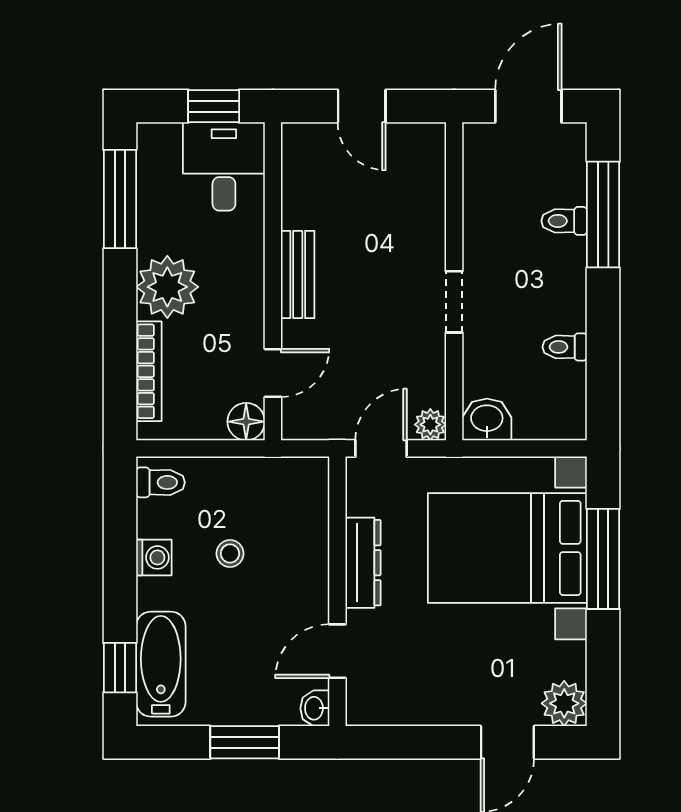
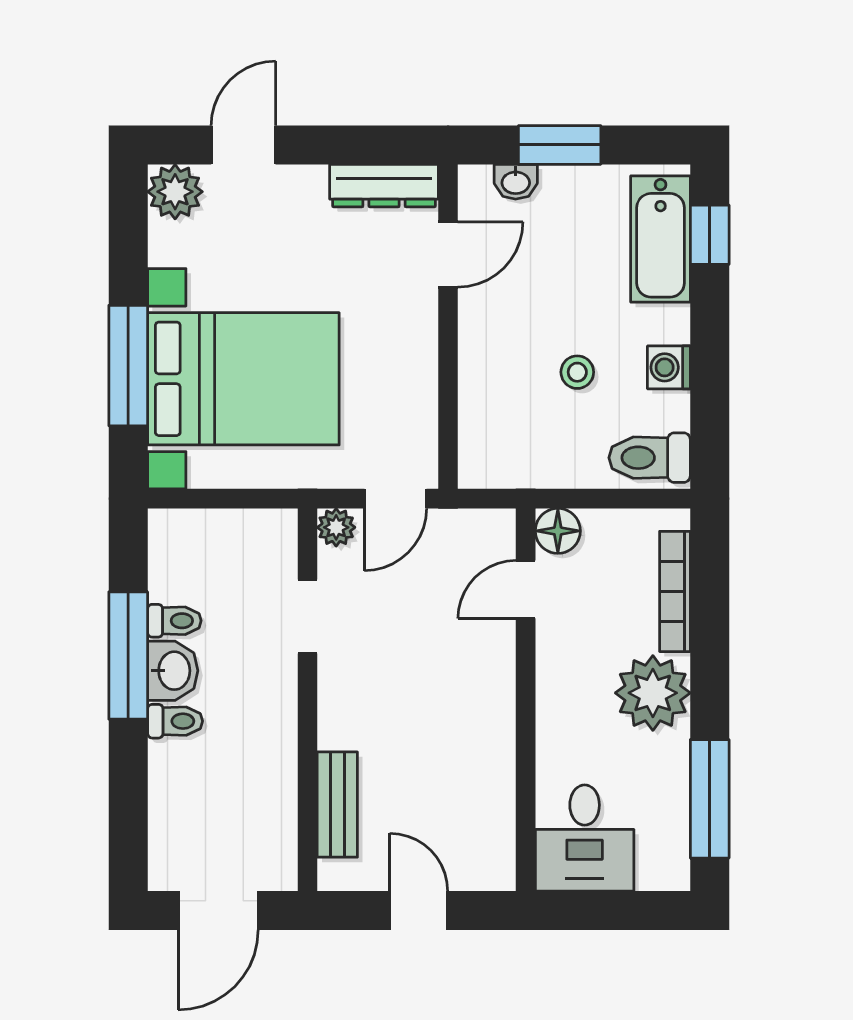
window: (214, 106) -> (597, 911), removed
window: (603, 215) -> (128, 656), moved
toilet: (564, 221) -> (175, 721), moved
bench: (298, 275) -> (337, 805), moved
doorway: (454, 302) -> (308, 617), moved
washbasin: (487, 419) -> (173, 671), moved, turned -90
toilet: (160, 482) -> (650, 458), width x1.37, depth x1.39
dresser: (363, 563) -> (384, 186), moved, turned -90
washbasin: (315, 708) -> (516, 182), moved, turned 90

